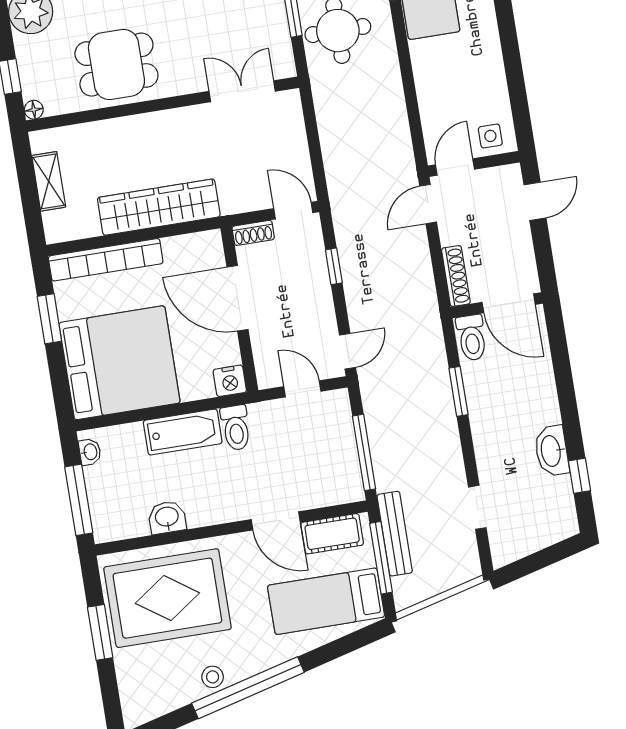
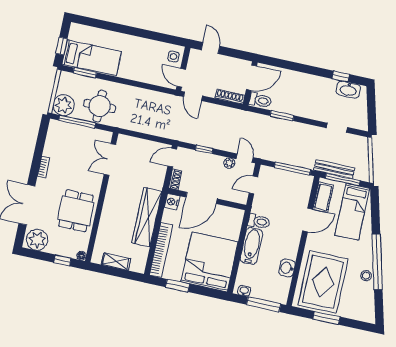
plant: (326, 326) -> (229, 163), added
nightstand: (230, 381) -> (172, 202), moved, turned 180
washbasin: (552, 451) -> (348, 90), moved

